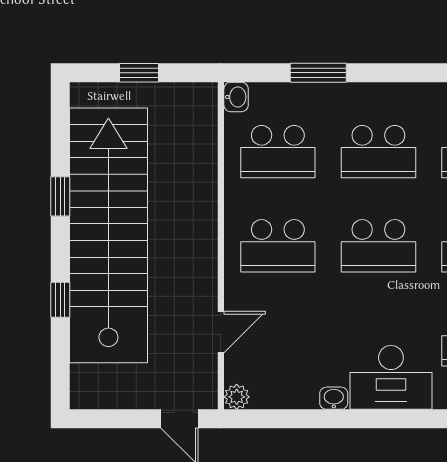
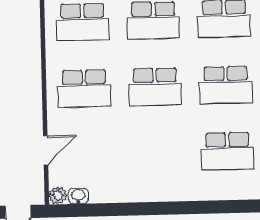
desk: (391, 377) -> (166, 179), removed
washbasin: (334, 398) -> (78, 196), moved

